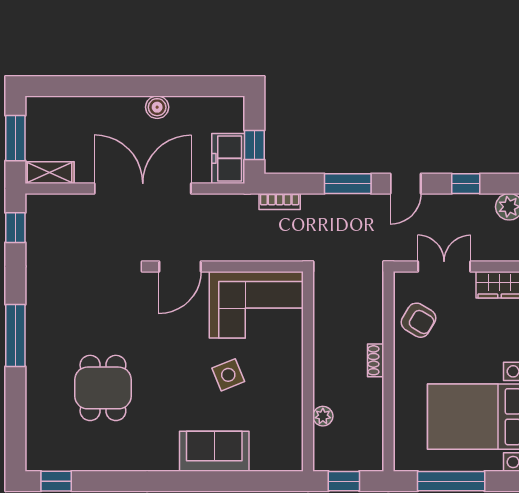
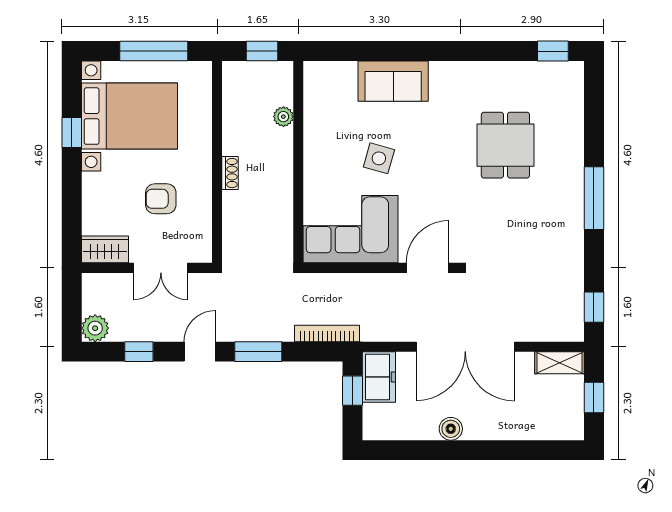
window: (15, 138) -> (594, 398), width x0.67
bookcase: (280, 202) -> (327, 333), width x1.56
armchair: (418, 320) -> (161, 199), moved, turned -31
side table: (228, 375) -> (379, 158), turned 38

